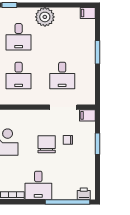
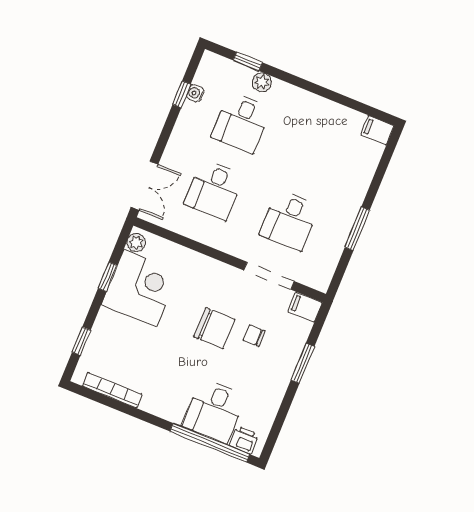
plant: (45, 17) -> (262, 82), moved, width x0.53, depth x0.53
window: (98, 52) -> (357, 229), moved
chair: (47, 144) -> (214, 328), turned 90
desk: (38, 185) -> (214, 411), moved

